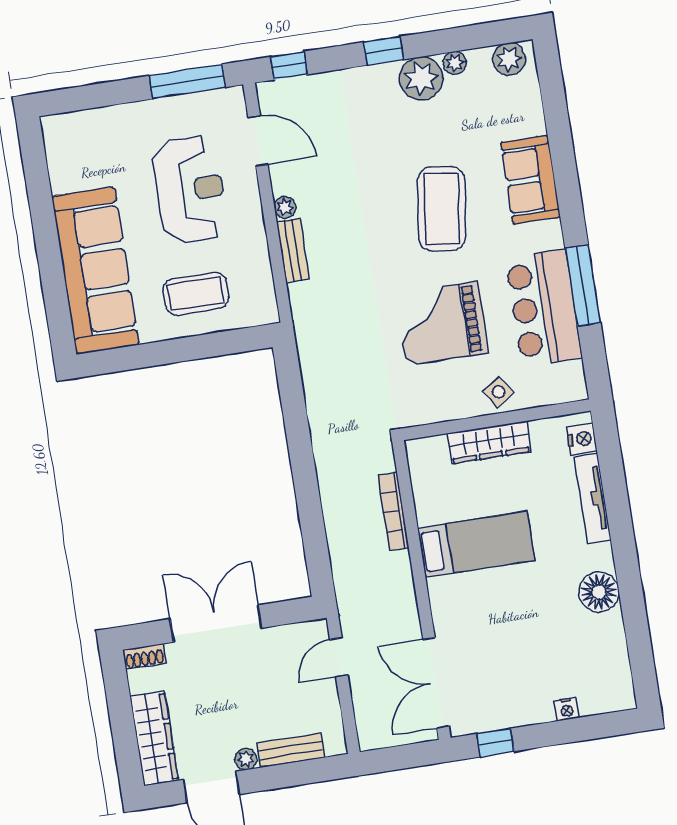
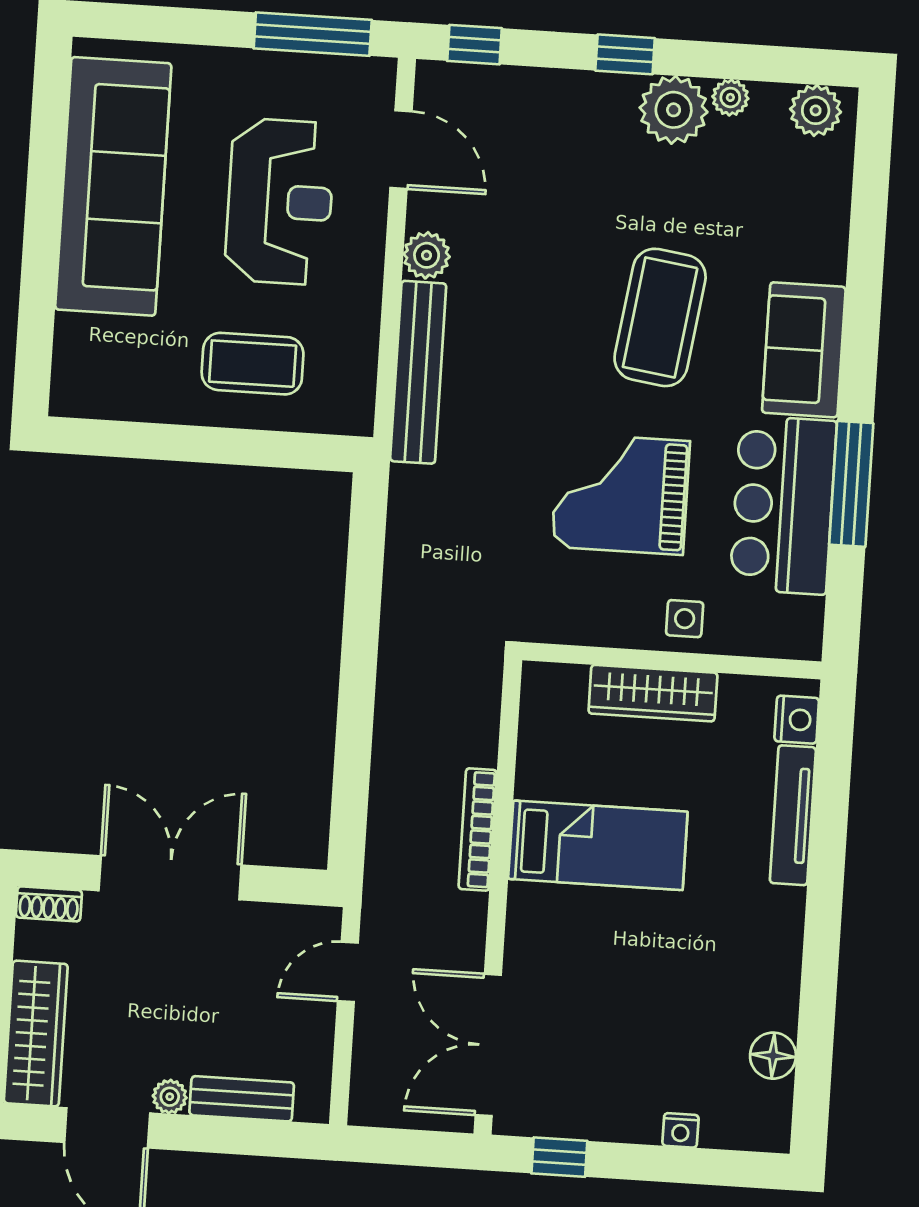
sofa: (530, 180) -> (804, 350), moved
plant: (285, 207) -> (427, 255), width x1.38, depth x1.38
bench: (293, 250) -> (418, 372), width x1.86, depth x1.21
sofa: (95, 270) -> (113, 186), moved
side table: (498, 392) -> (685, 619), turned 33
bookcase: (393, 511) -> (478, 829), moved
floor lamp: (599, 592) -> (773, 1056), moved, width x0.73, depth x0.73

